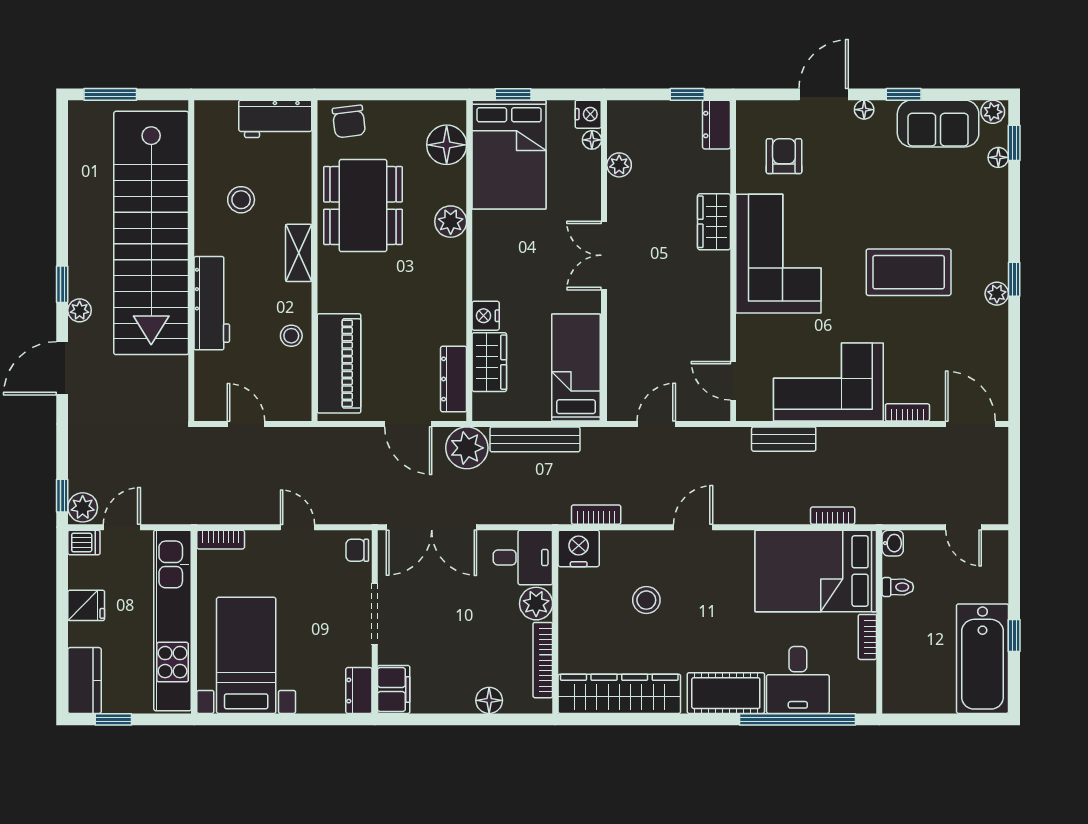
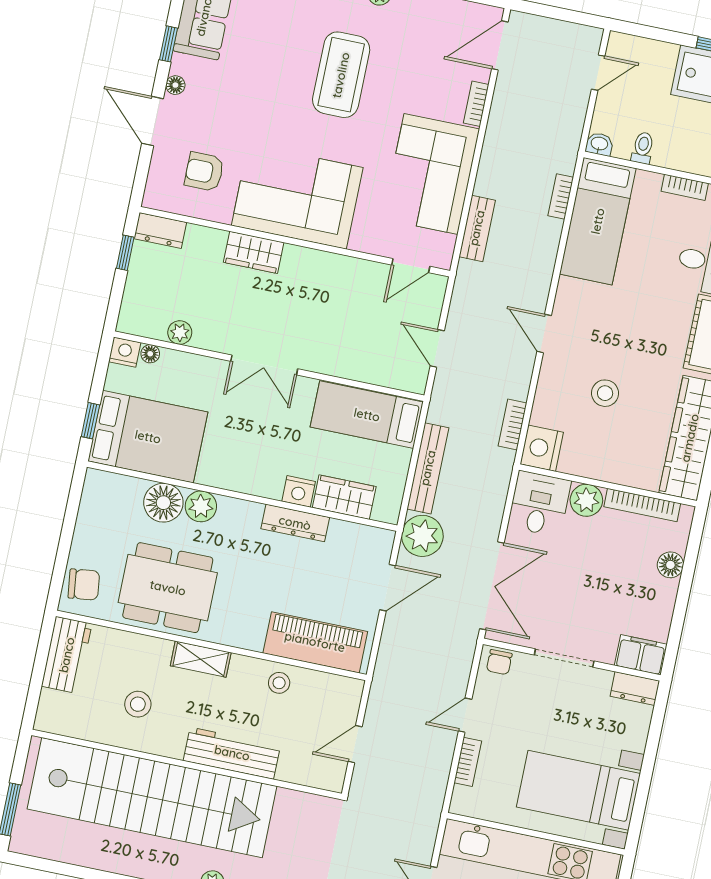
floor lamp: (447, 145) -> (163, 503), moved
dresser: (454, 379) -> (295, 523), moved
bookcase: (221, 540) -> (468, 762), moved
bed: (816, 571) -> (598, 221), width x0.67

